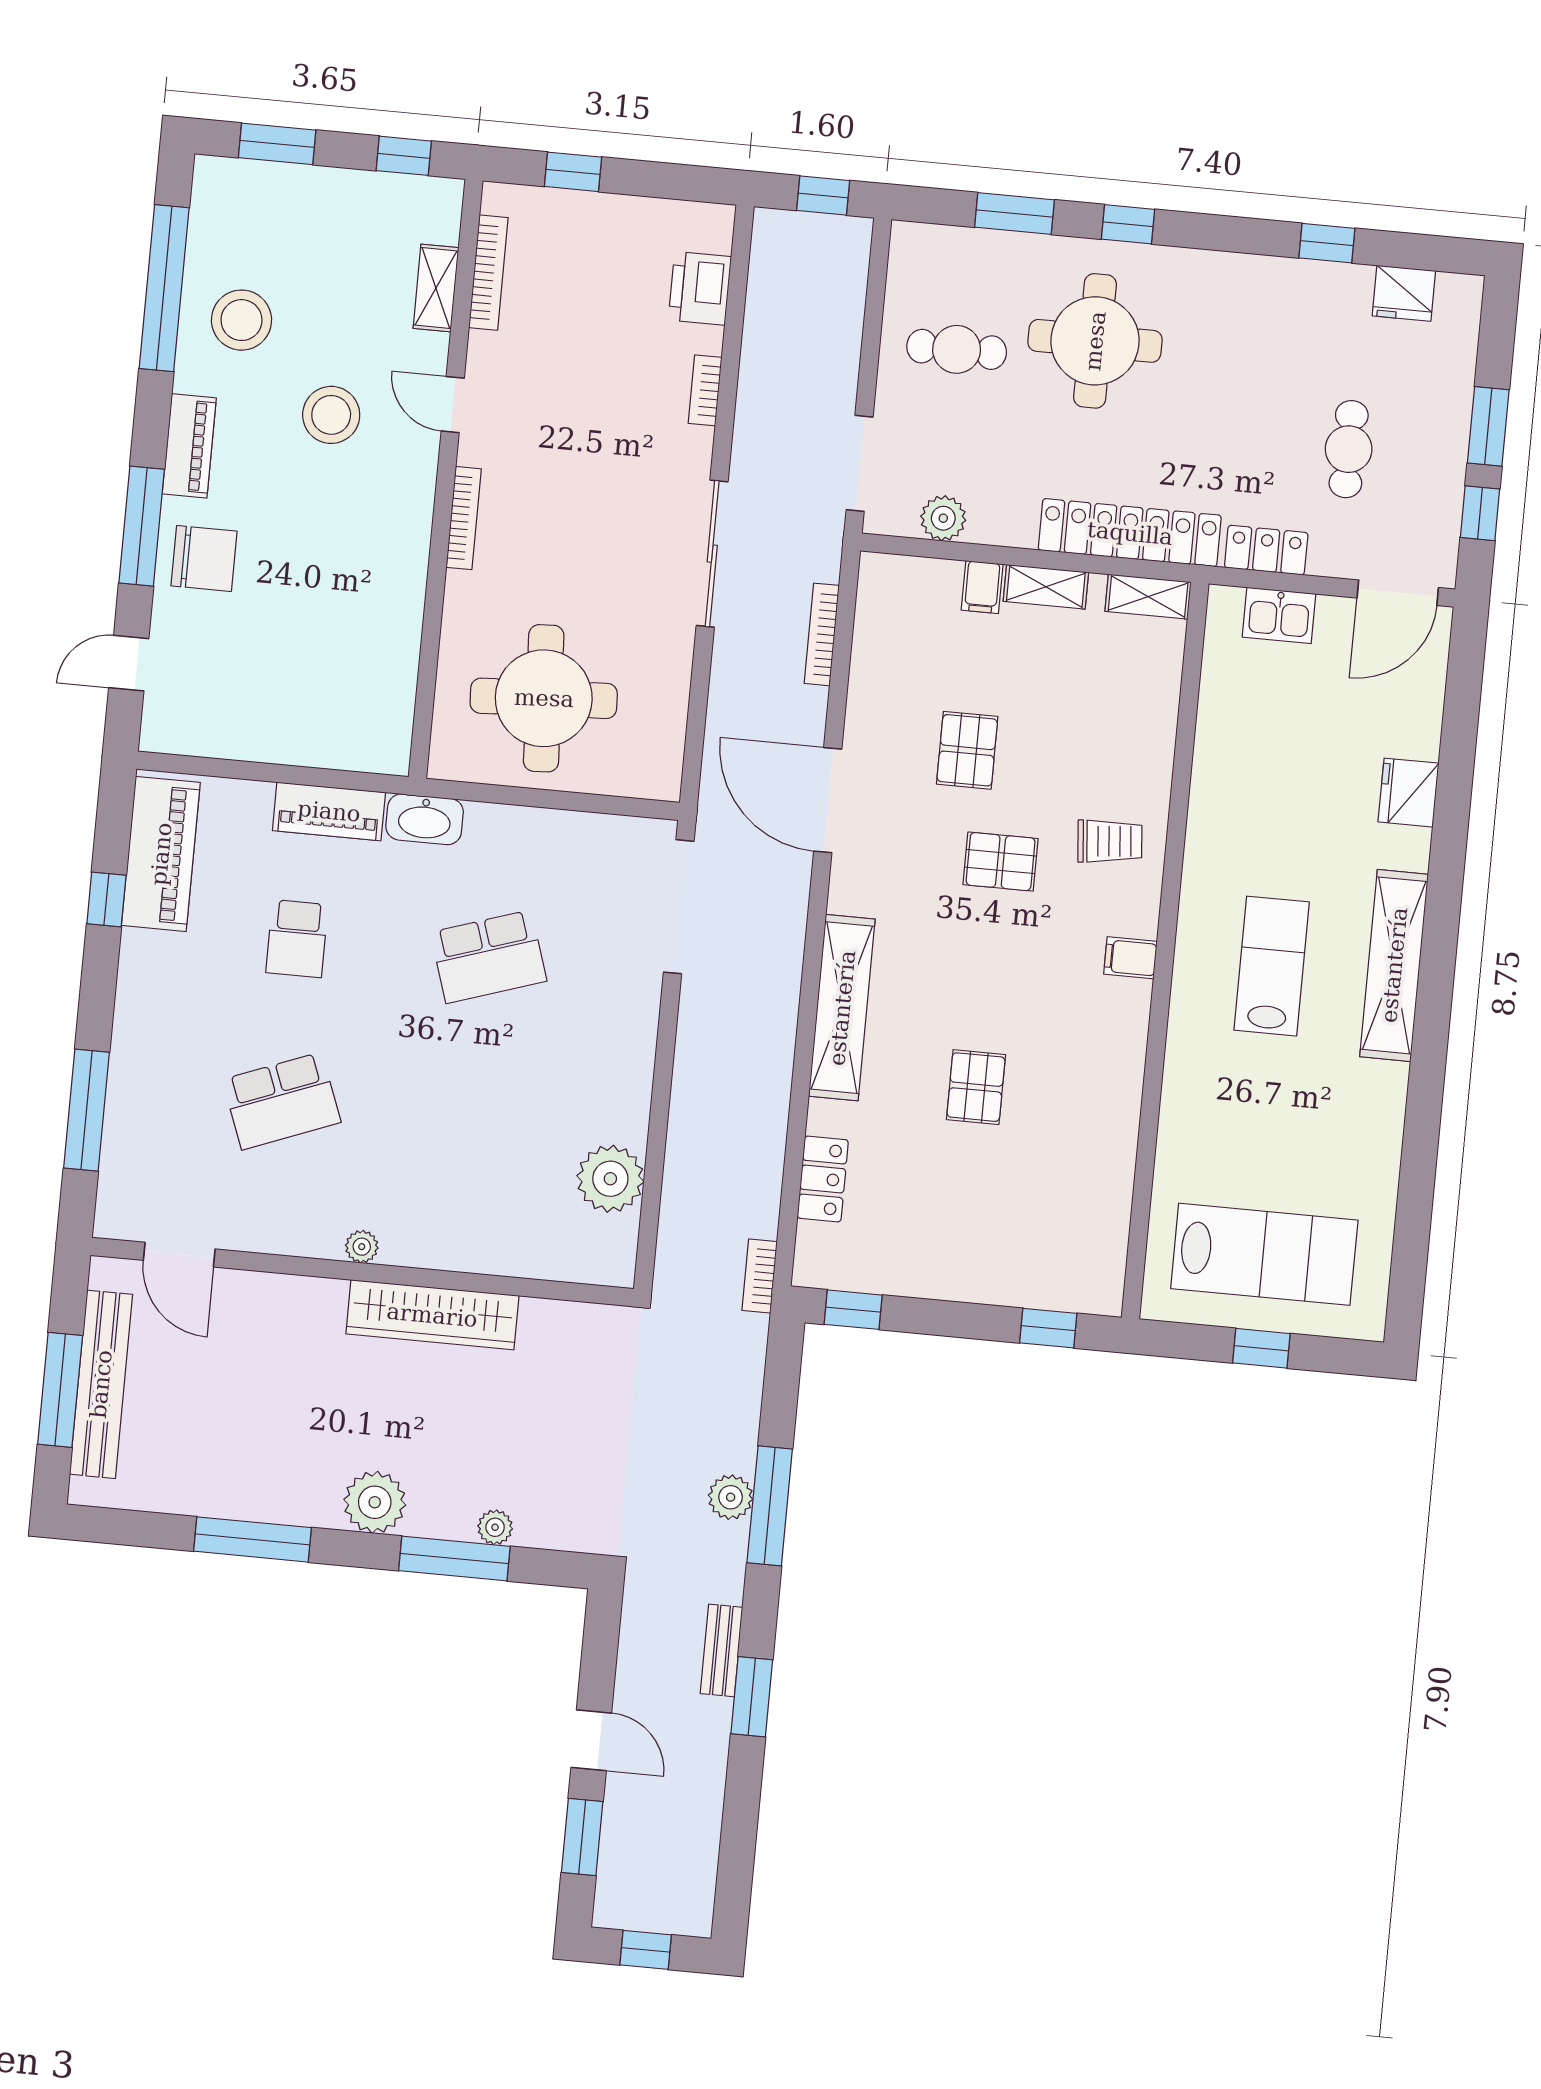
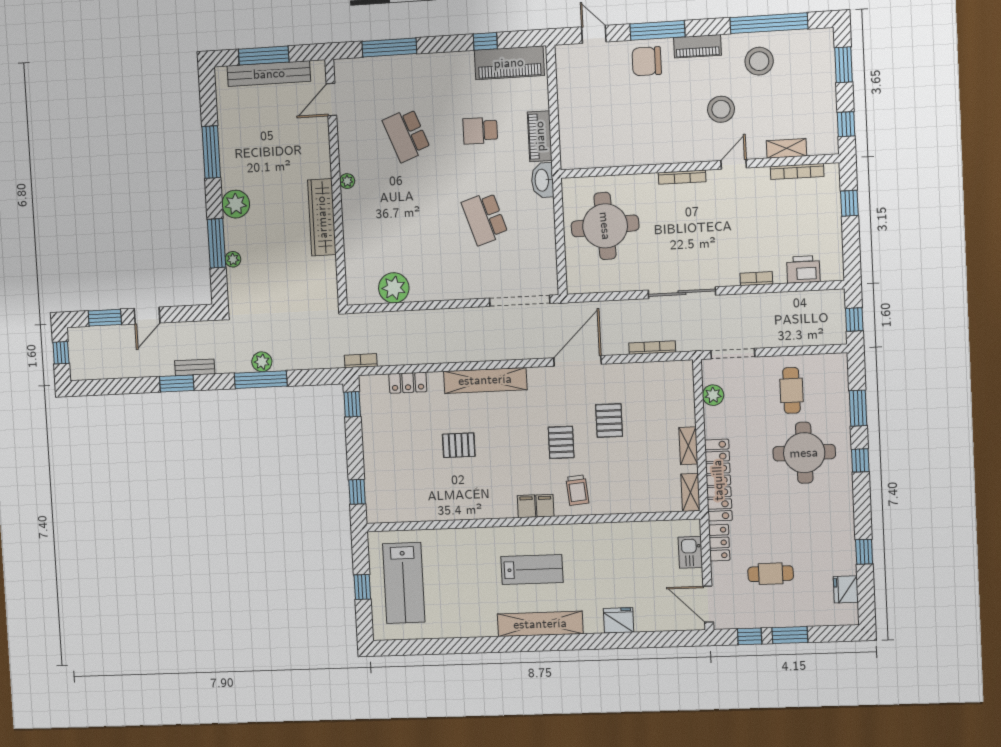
chair: (204, 559) -> (647, 61), turned 90
filing cabinet: (982, 587) -> (545, 506), moved, turned 90
pallet: (967, 750) -> (609, 421), turned 90

